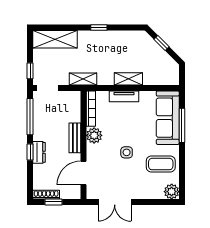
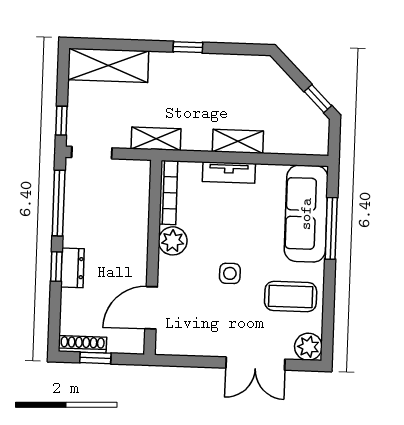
window: (162, 43) -> (318, 99), moved
bench: (75, 138) -> (138, 244), removed
double door: (115, 202) -> (255, 364), moved

